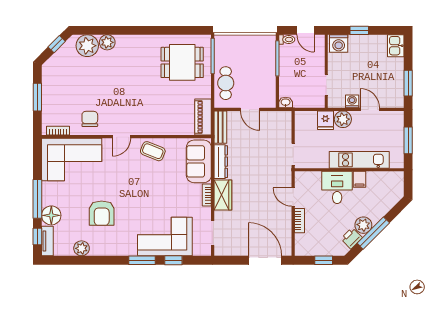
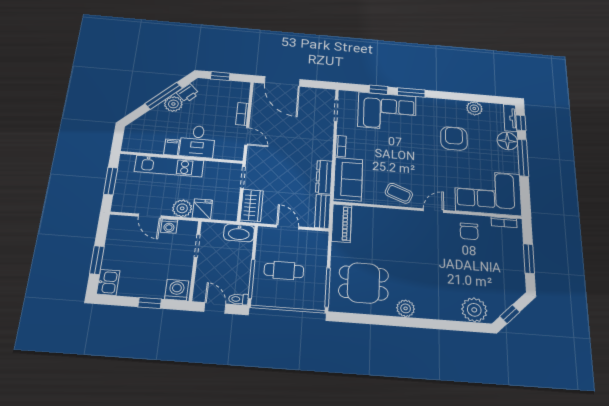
plant: (107, 42) -> (406, 308), moved
cafe table: (226, 83) -> (284, 271), moved, turned 90
window: (408, 83) -> (97, 260), moved
washbasin: (286, 102) -> (239, 233), width x1.91, depth x1.45
wardrobe: (223, 195) -> (252, 205), moved, turned 180

